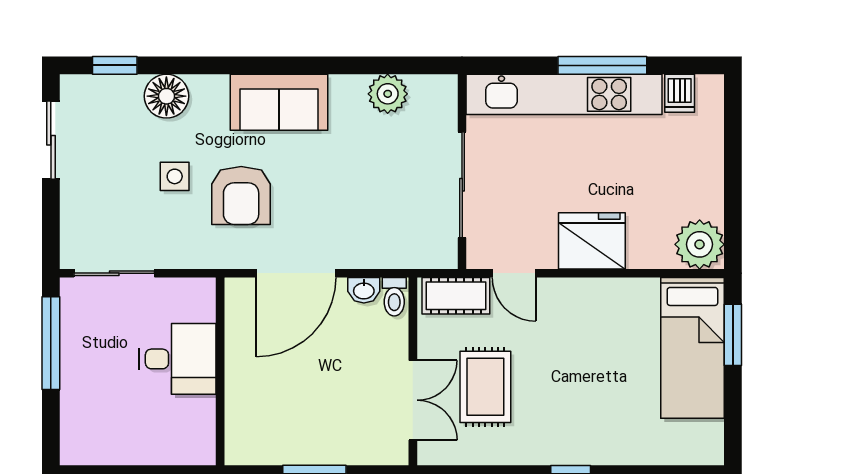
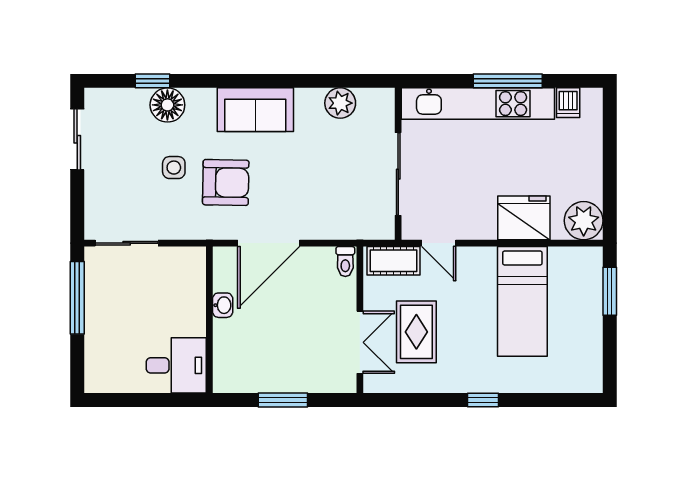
window: (115, 65) -> (153, 81), moved
armchair: (241, 195) -> (226, 182), turned -89
fridge: (592, 241) -> (524, 218), moved
washbasin: (364, 290) -> (223, 305), moved, turned -90
bed: (692, 348) -> (522, 301), moved
desk: (178, 359) -> (176, 365), moved

